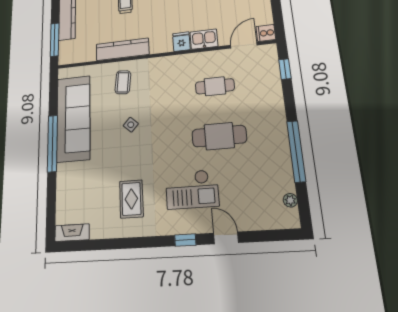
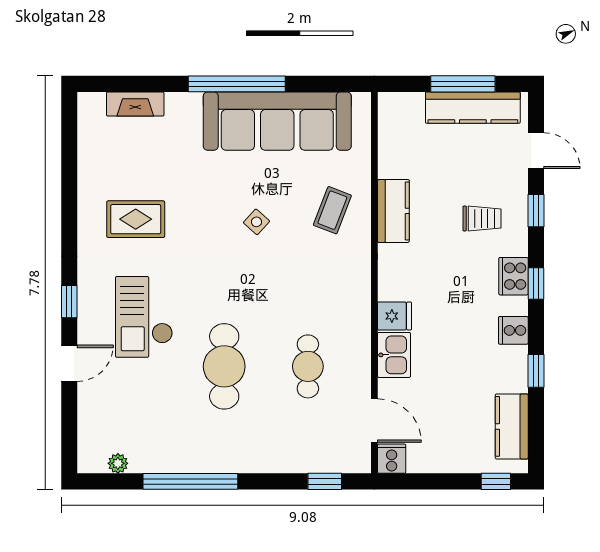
window: (55, 40) -> (463, 84), moved
kitchen counter: (122, 49) -> (393, 211), width x0.67
coffee table: (123, 82) -> (332, 210), turned -75
fireplace: (72, 233) -> (135, 104), moved, turned 90

